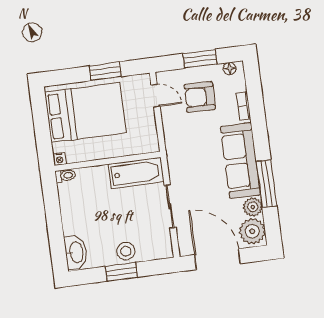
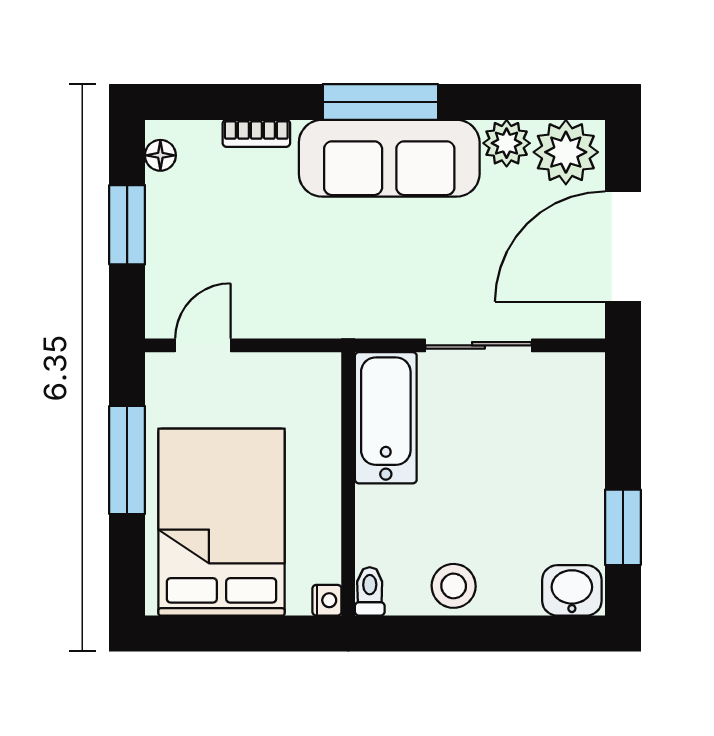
window: (105, 71) -> (127, 460), width x1.44
armchair: (200, 97) -> (220, 237), removed
window: (267, 184) -> (380, 102), moved
stool: (126, 251) -> (454, 586), moved
washbasin: (76, 252) -> (572, 590), width x0.72
window: (121, 272) -> (623, 527), moved

